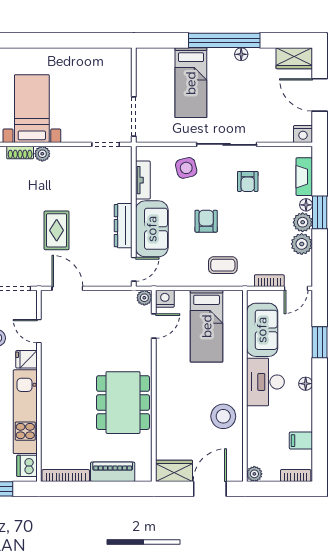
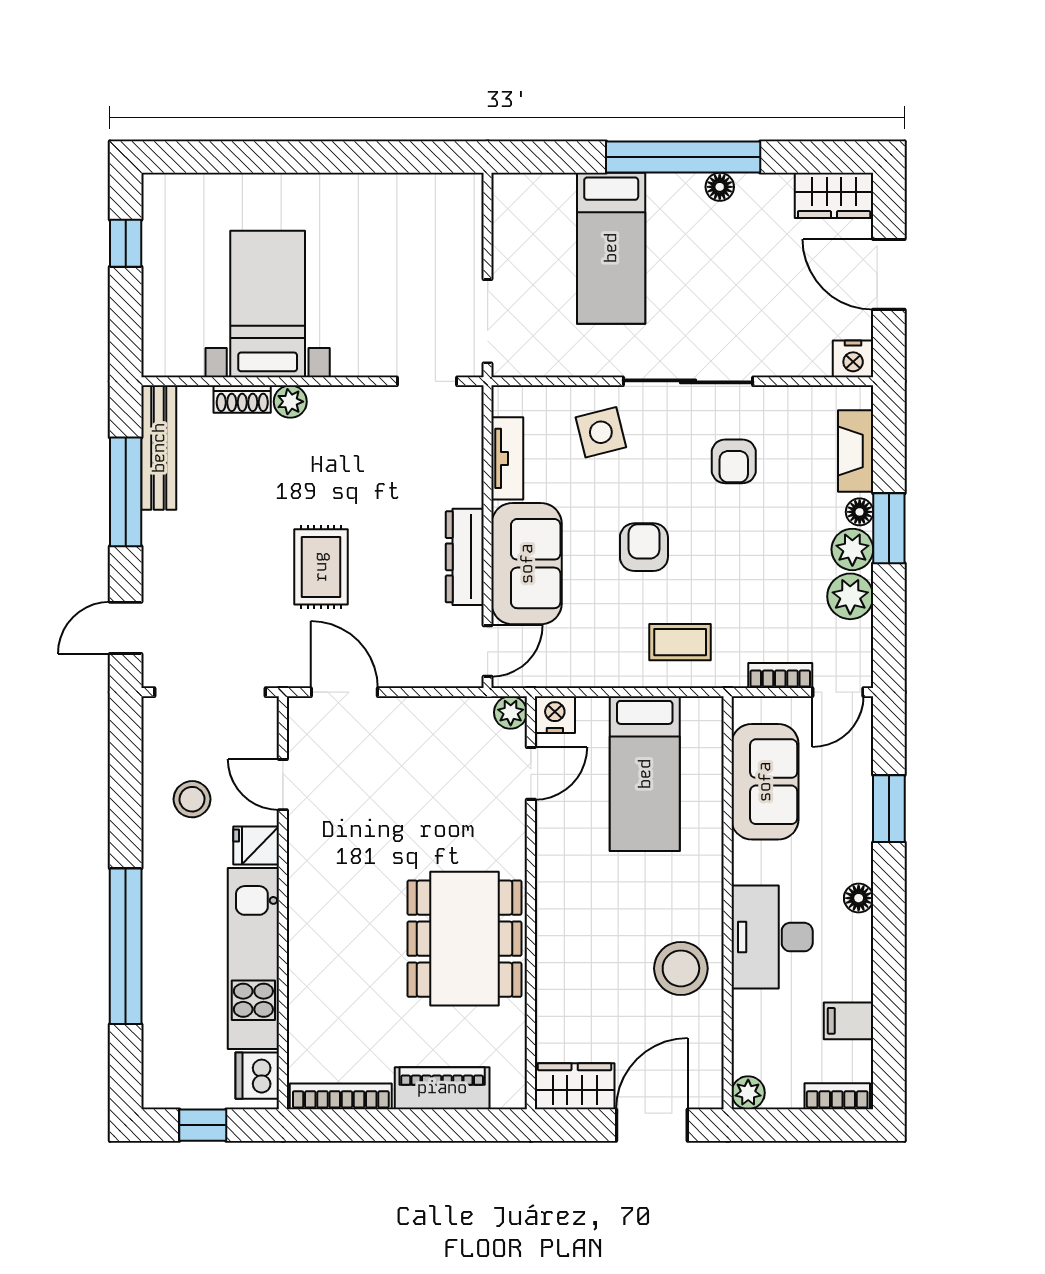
desk: (265, 382) -> (772, 937), moved

